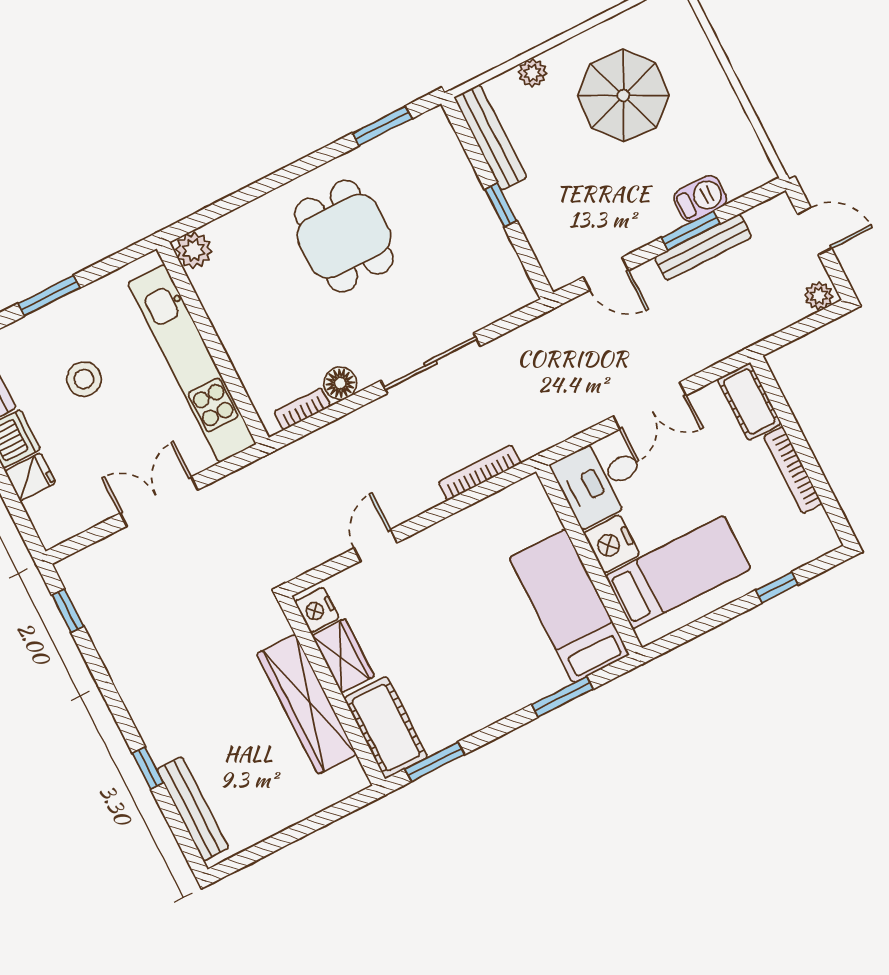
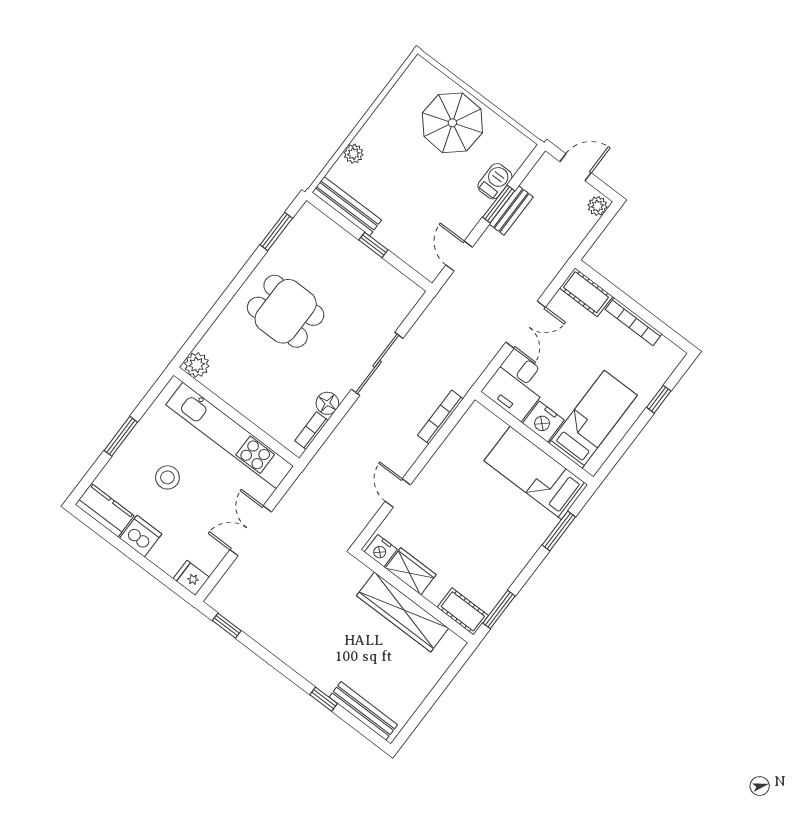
parasol: (623, 96) -> (452, 123), moved
bench: (703, 247) -> (511, 211), width x0.73
door: (606, 274) -> (459, 256), swing flipped
fridge: (30, 477) -> (191, 578), moved, turned -90
cot: (386, 728) -> (463, 611), width x0.73, depth x0.75

